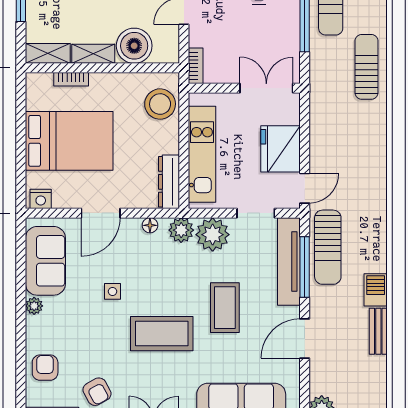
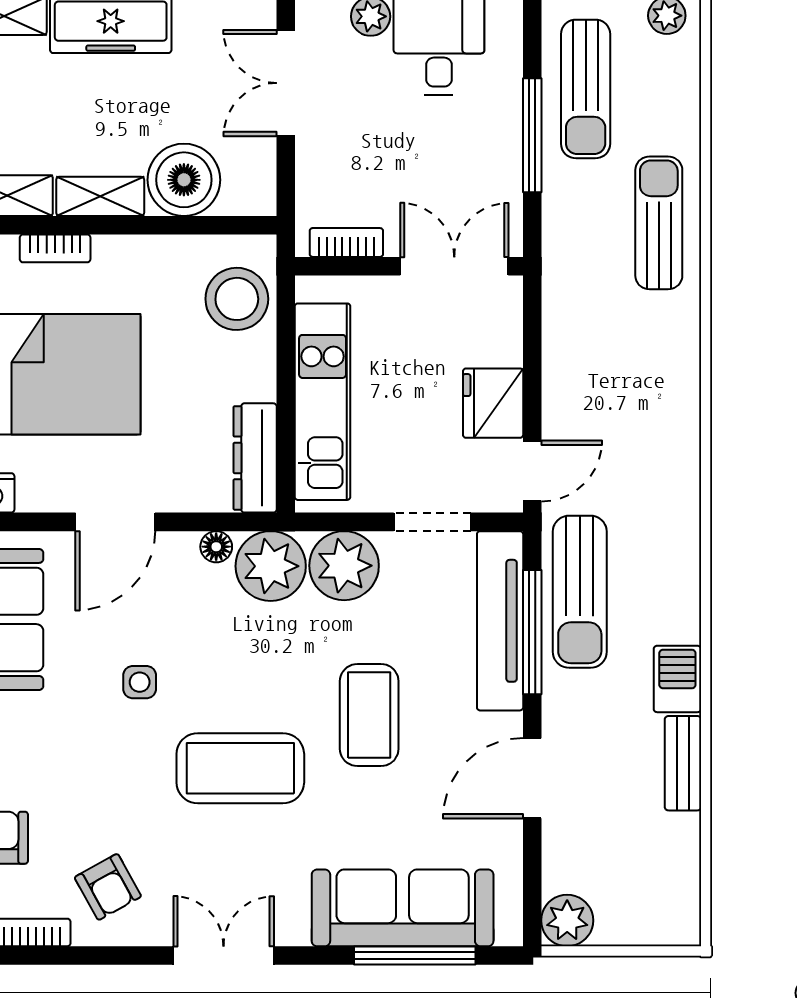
bookcase: (196, 66) -> (346, 242), moved, turned -90
fridge: (280, 149) -> (493, 403), width x0.73, depth x0.75
plant: (181, 230) -> (271, 566), width x1.36, depth x1.36

